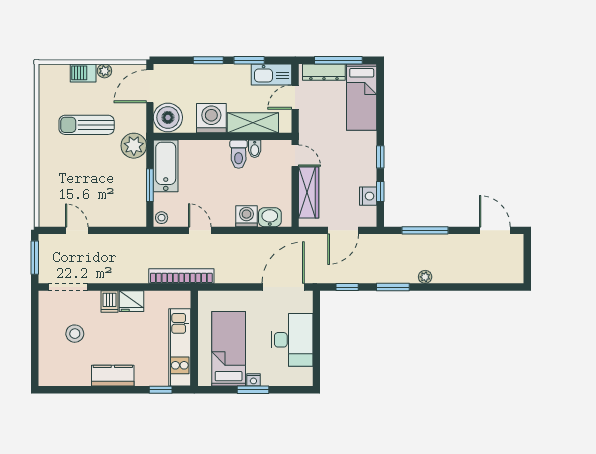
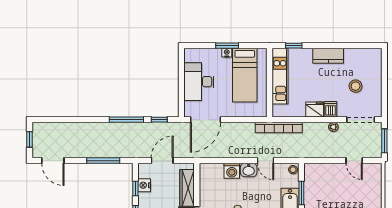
washbasin: (270, 217) -> (249, 170), moved
window: (527, 260) -> (29, 139), added
plant: (425, 277) -> (333, 127), moved
window: (393, 287) -> (126, 120), width x1.44

